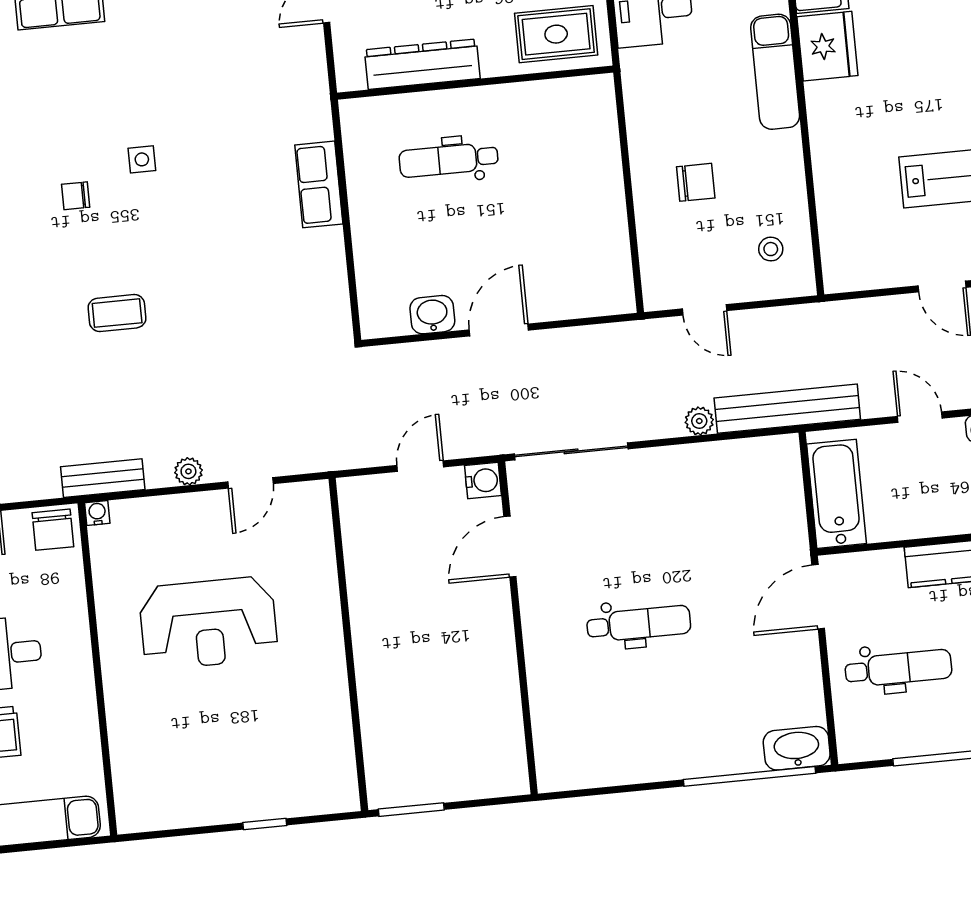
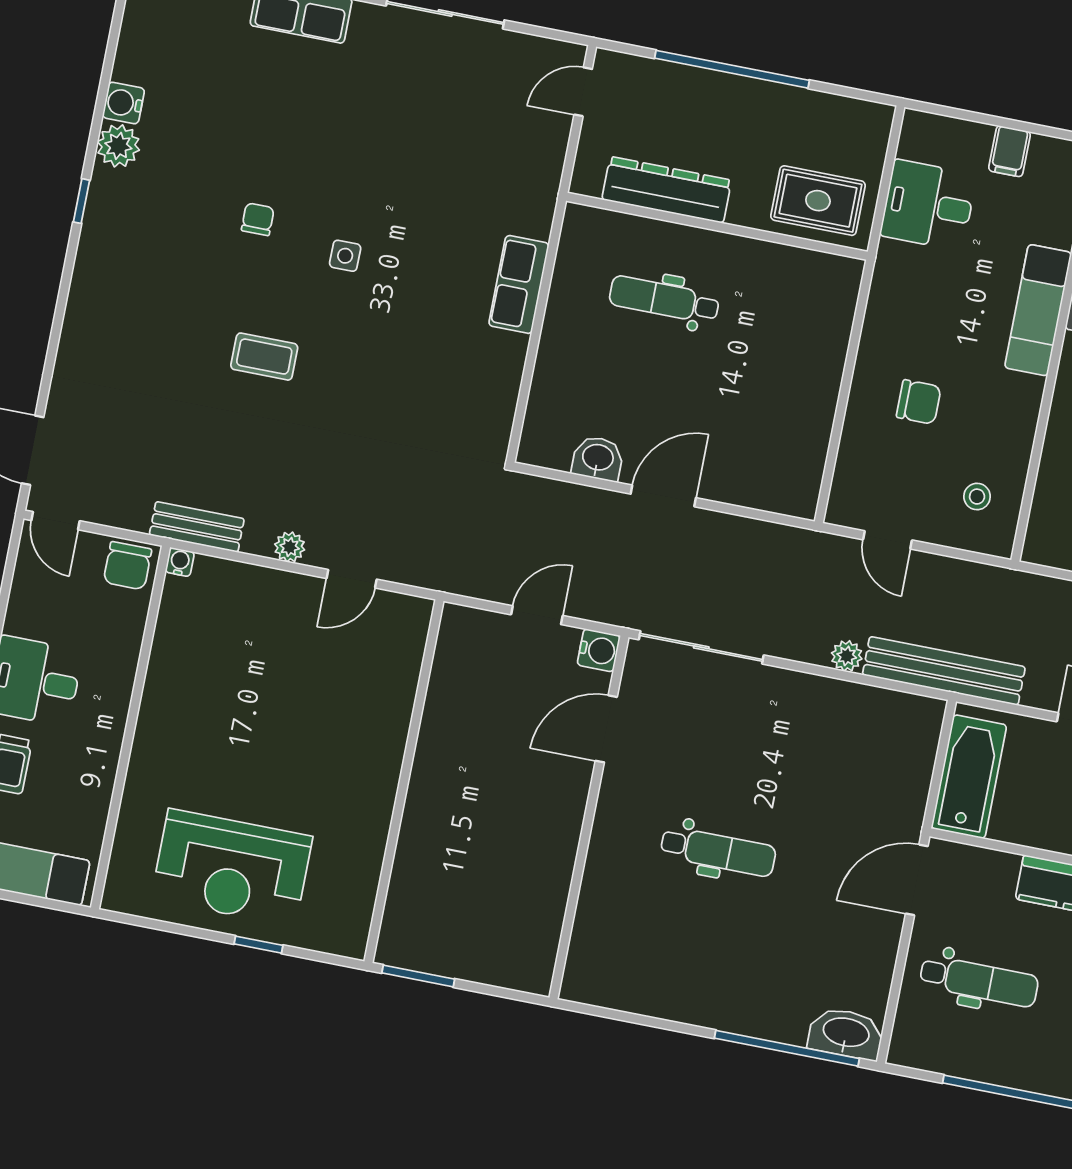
side table: (142, 159) -> (345, 256), moved
chair: (76, 196) -> (258, 219), turned 90
reception desk: (208, 623) -> (232, 868), moved

